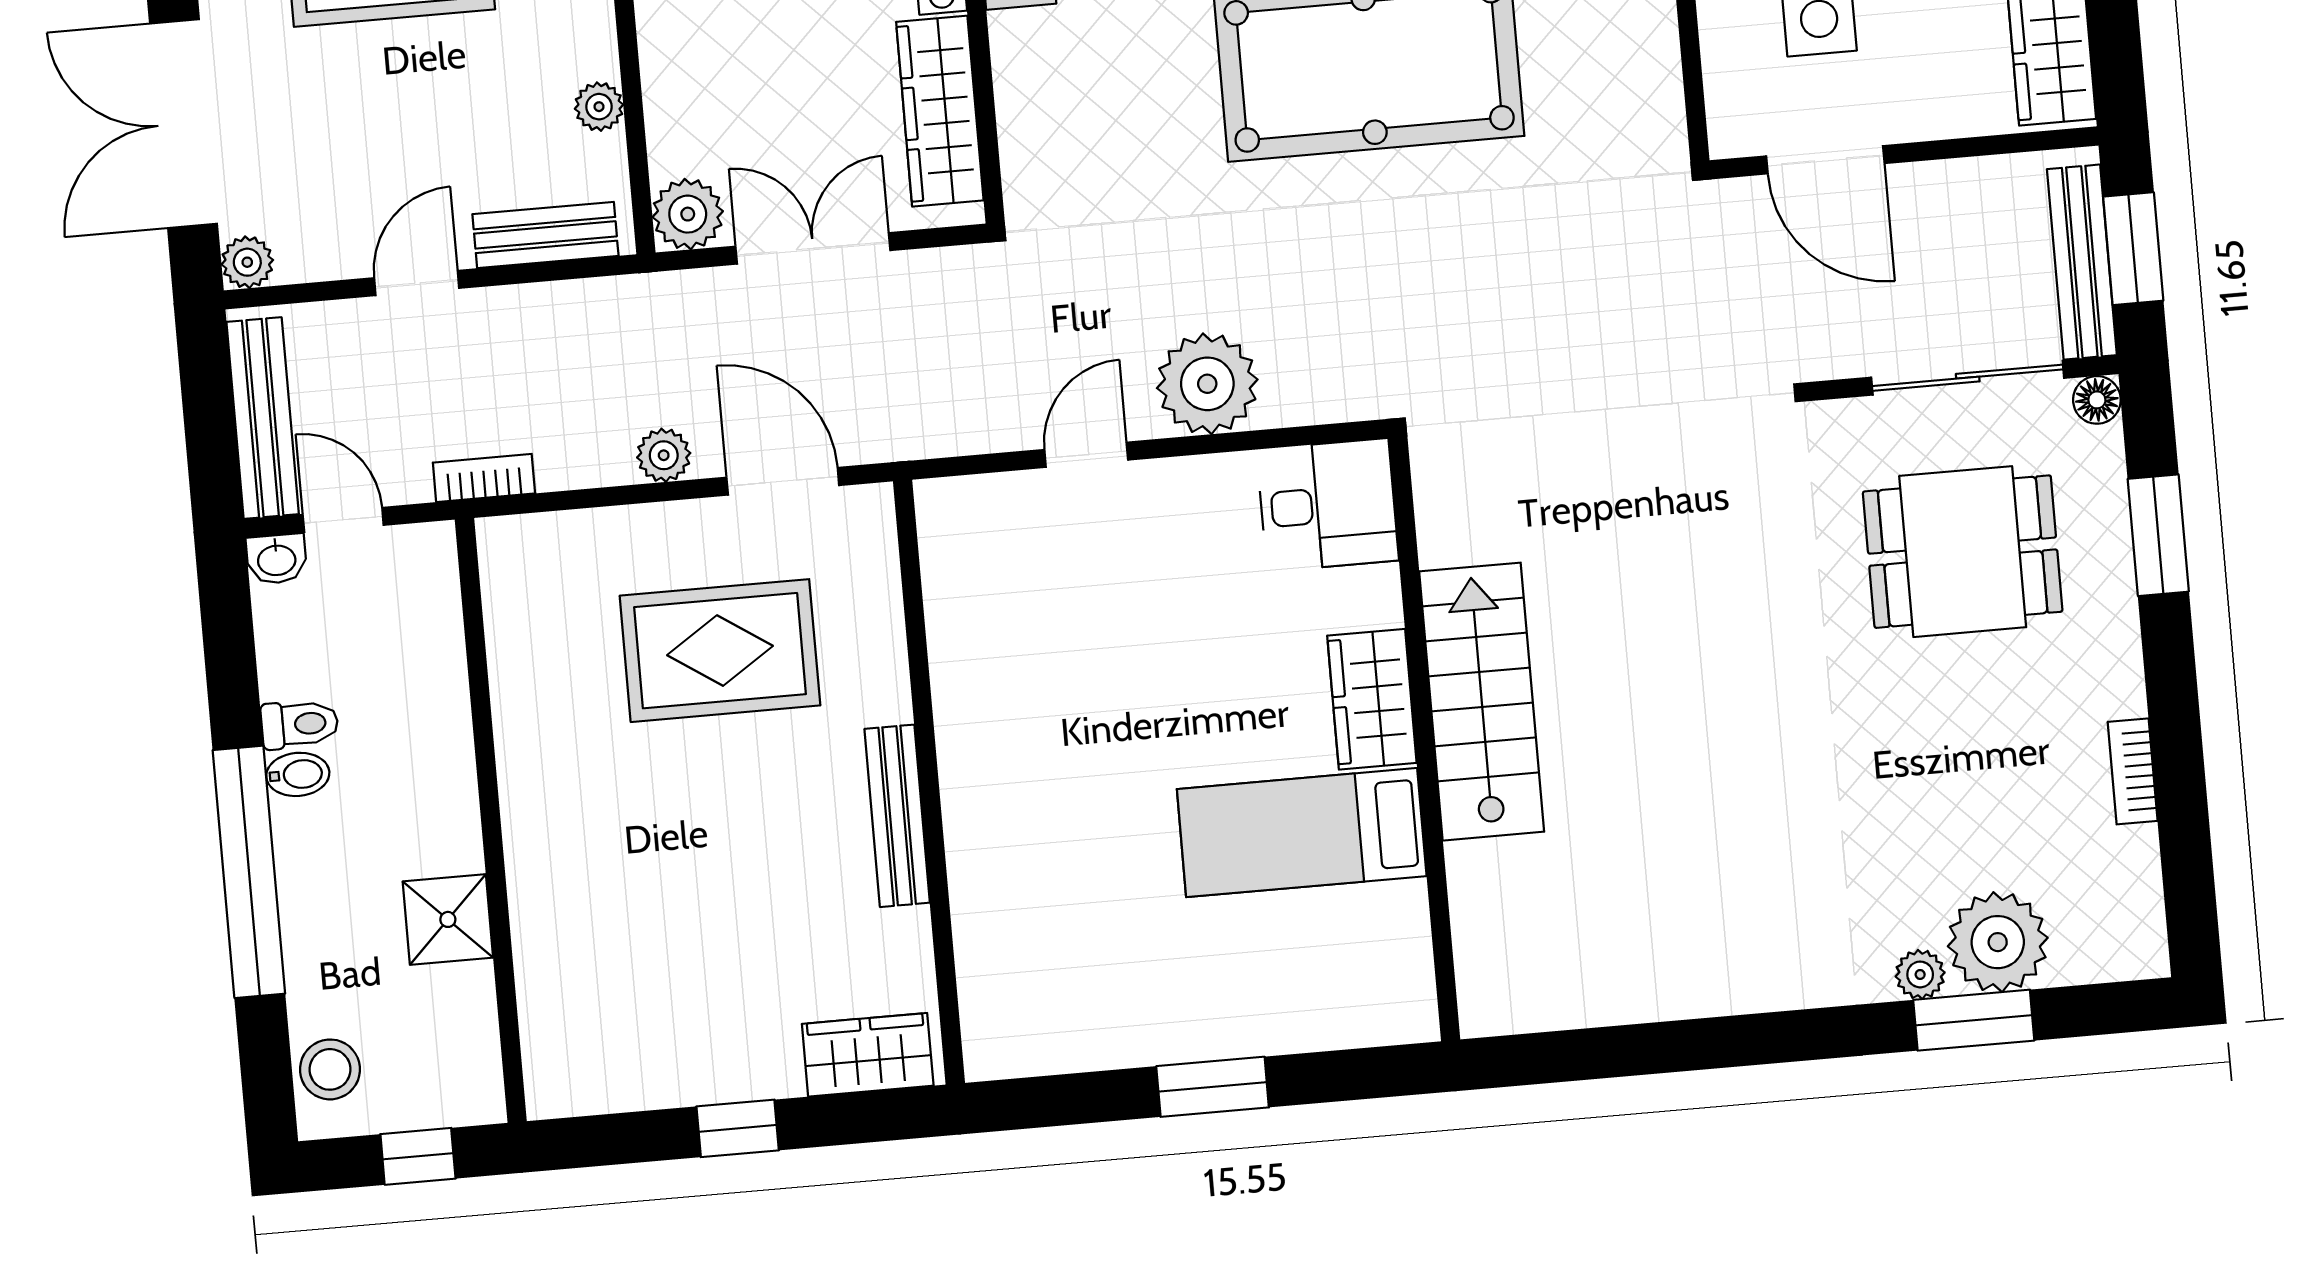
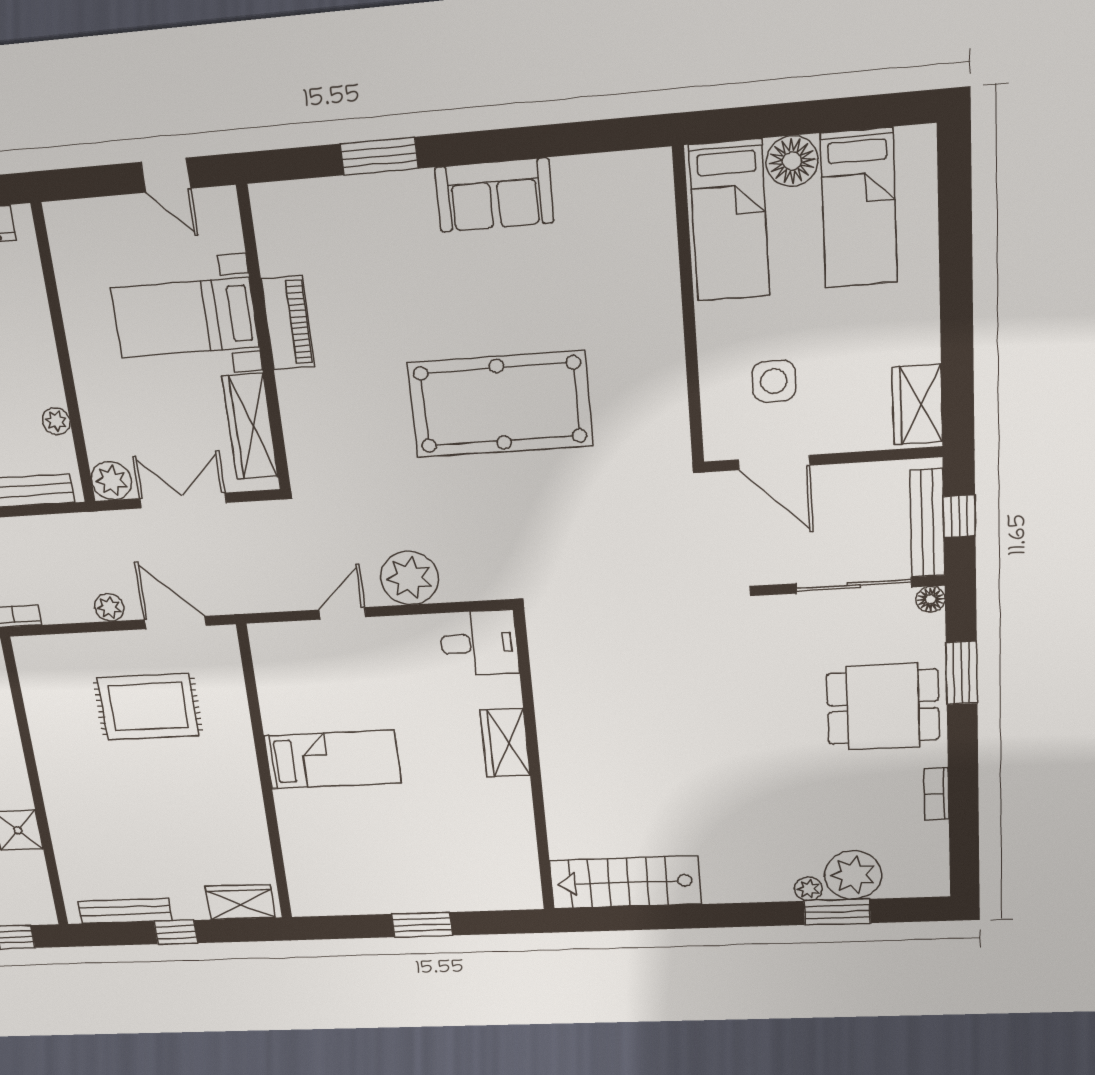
window: (2133, 249) -> (959, 516), width x0.67
dining table: (1963, 552) -> (883, 707), moved
stairs: (1482, 702) -> (625, 882), moved, turned -90
bench: (897, 816) -> (125, 911), moved, turned 90
bed: (1302, 833) -> (332, 759), moved, turned 180

